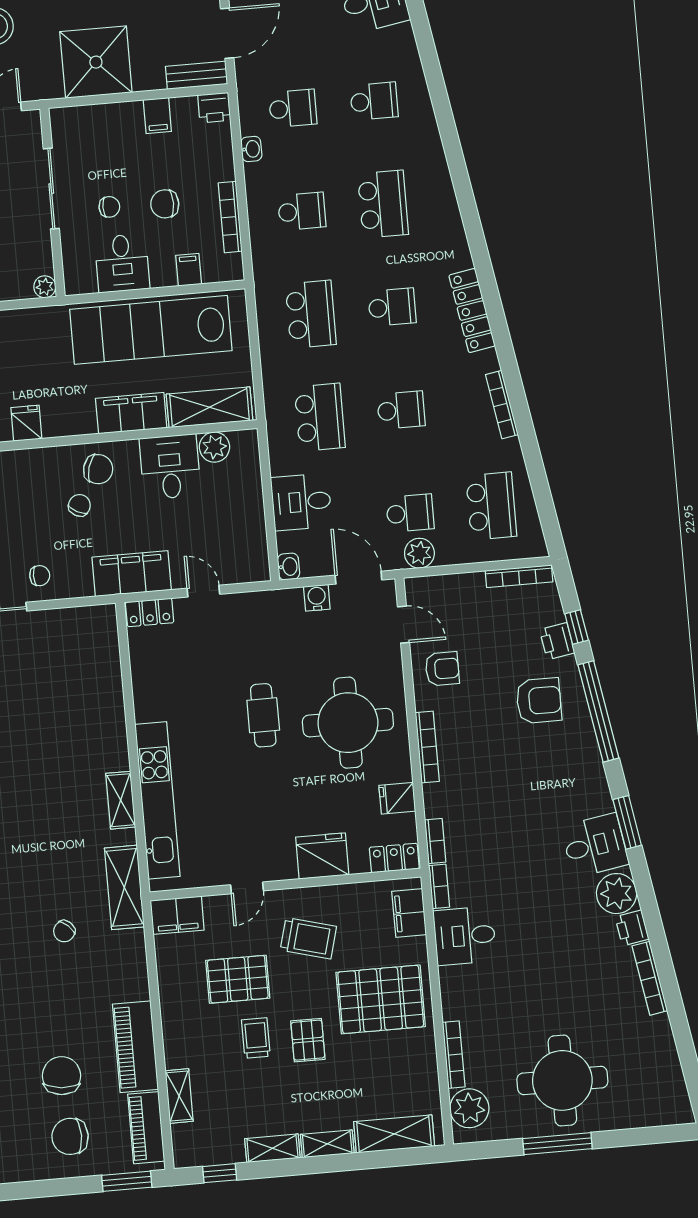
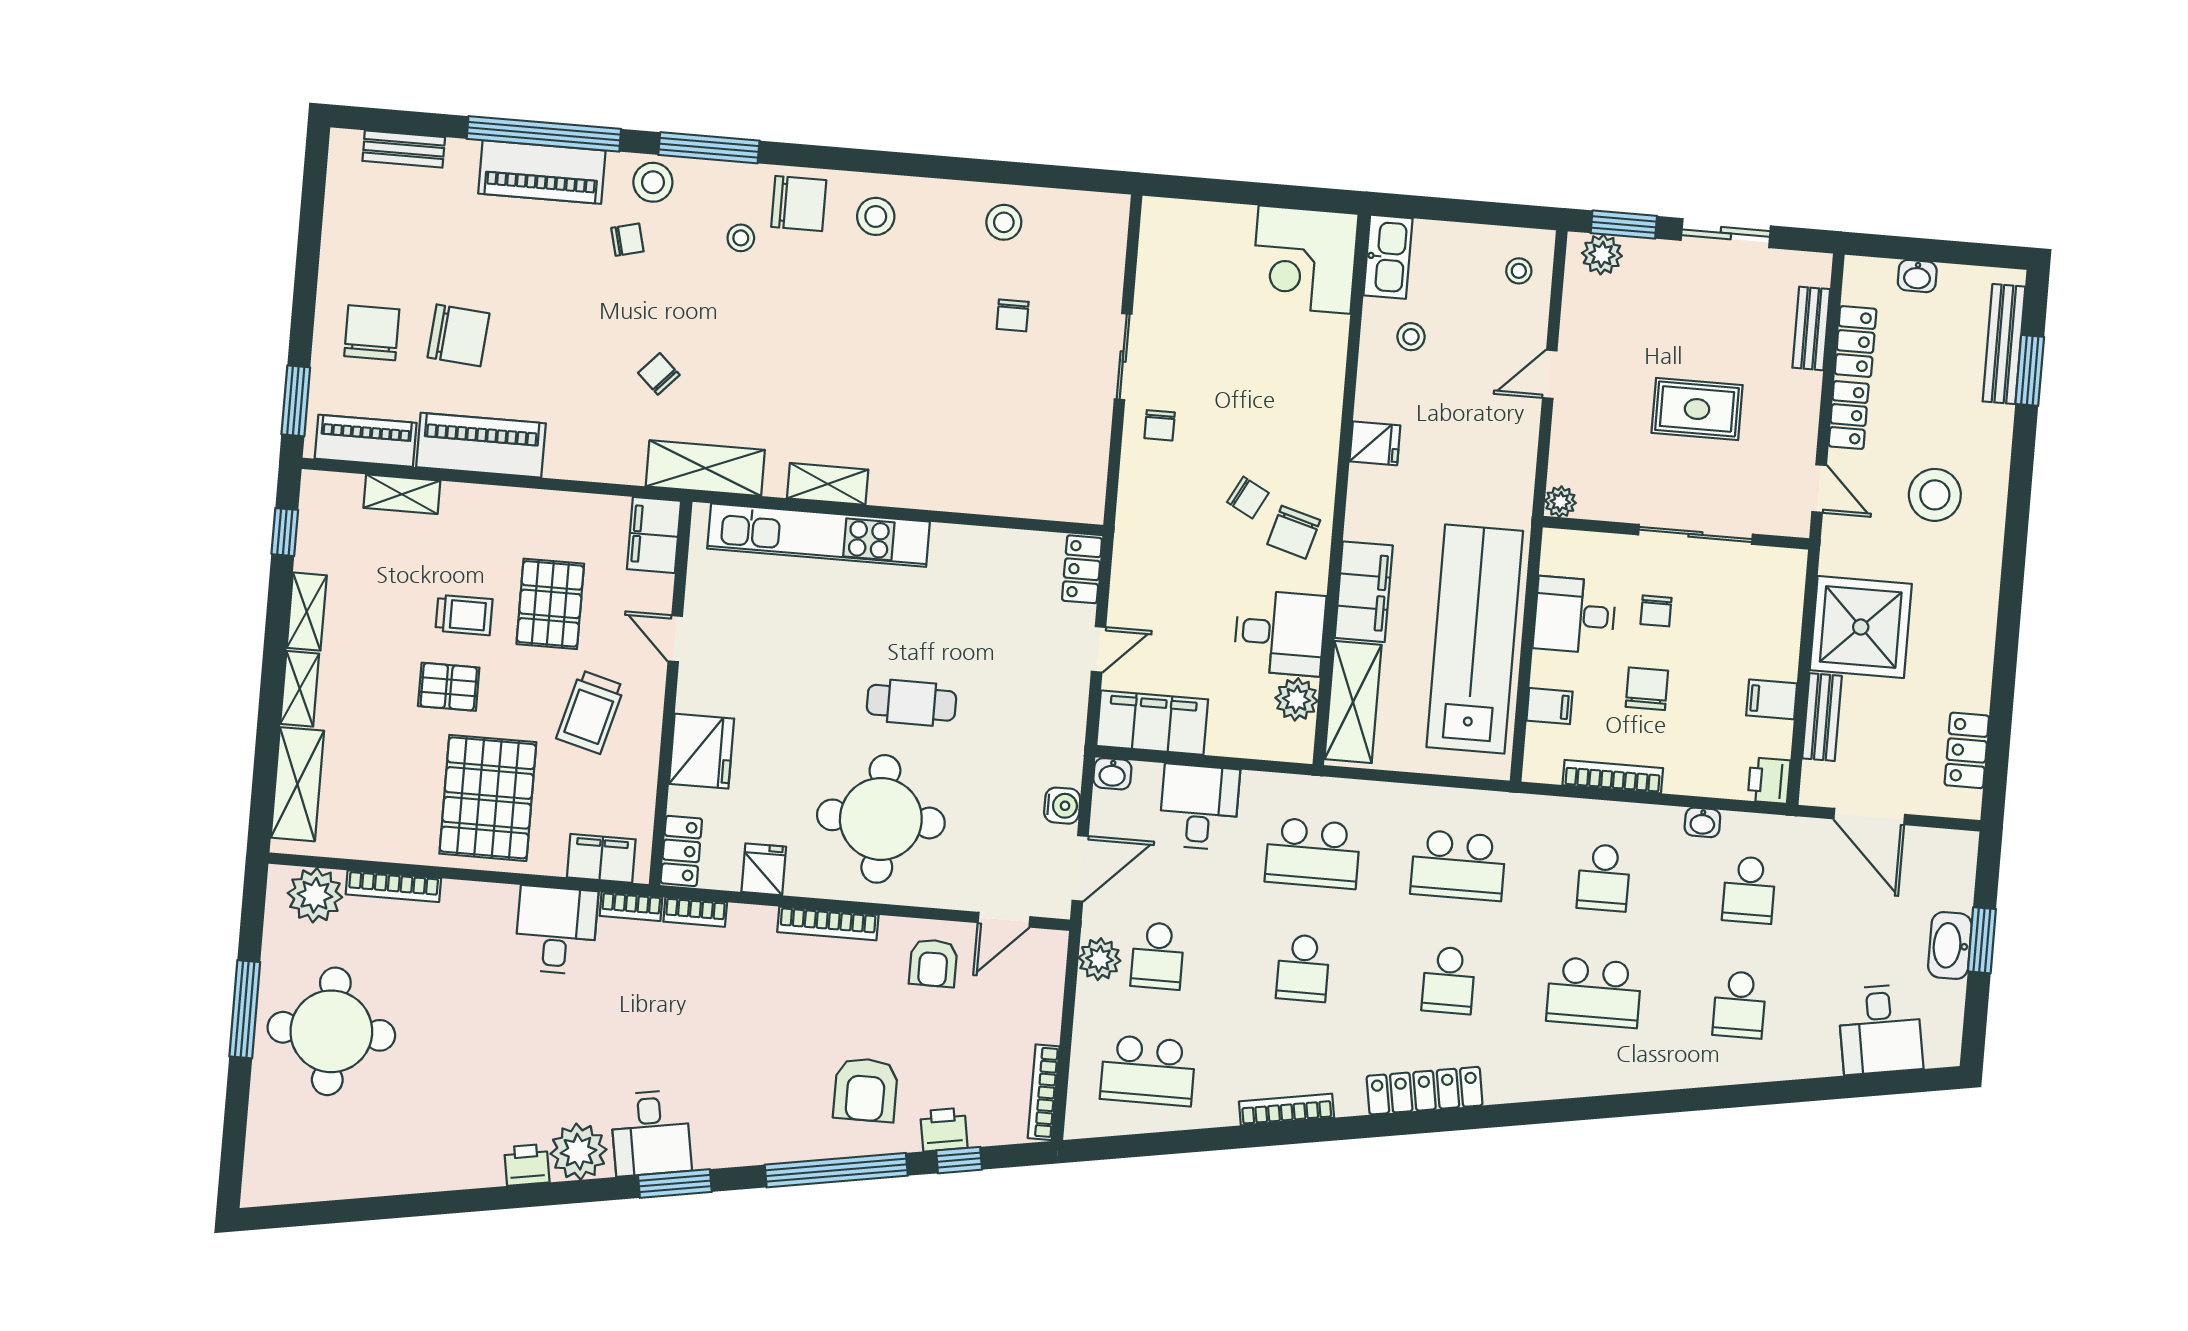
bench: (196, 75) -> (1822, 717), moved
filing cabinet: (132, 574) -> (1152, 723), moved, turned -90
bookcase: (650, 978) -> (453, 1177), removed

